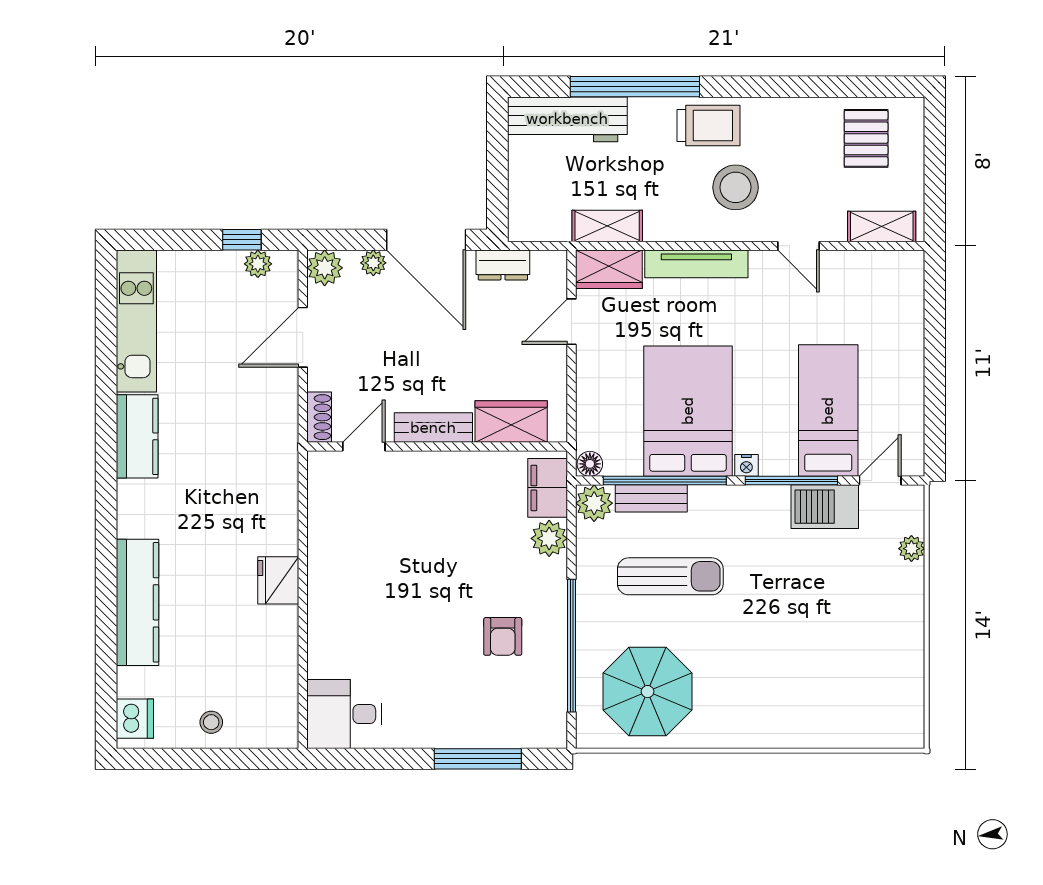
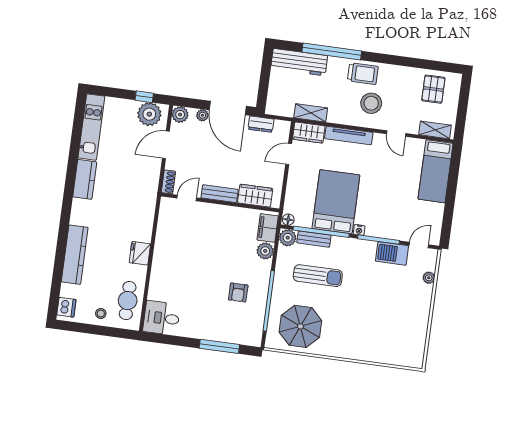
plant: (258, 264) -> (149, 114), width x1.87, depth x1.87
bed: (828, 411) -> (436, 171), moved, turned 180
cafe table: (266, 686) -> (128, 301), added

